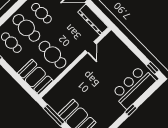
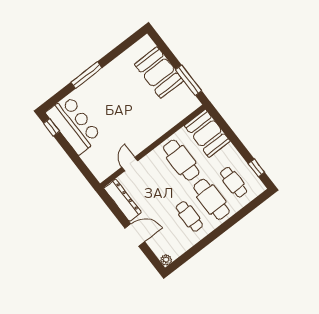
bar counter: (134, 87) -> (74, 125), moved, turned -90
window: (131, 110) -> (86, 75), width x2.17

